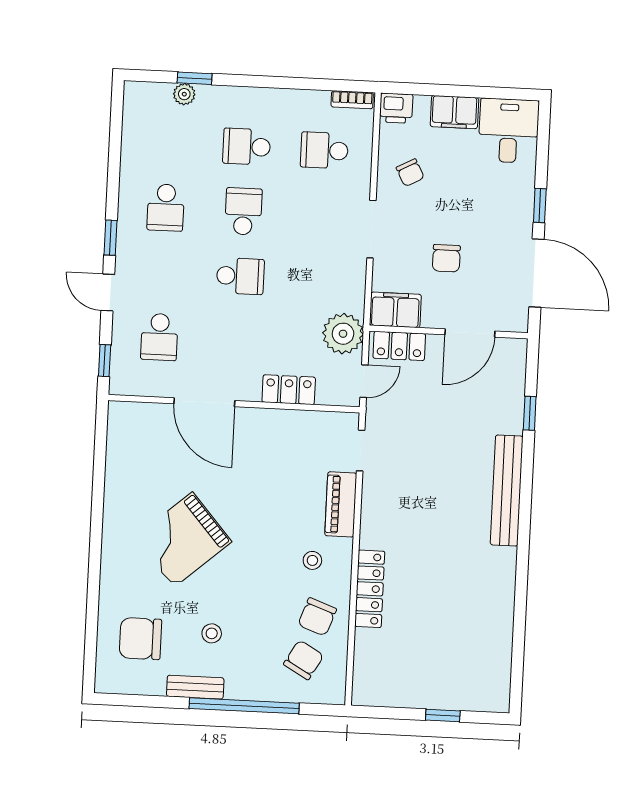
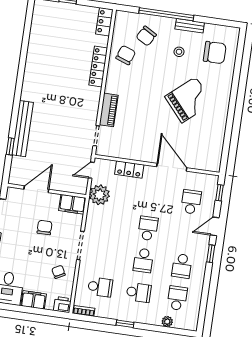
window: (195, 78) -> (125, 324), moved
school desk: (169, 143) -> (177, 298), added
school desk: (166, 208) -> (182, 266), turned 180
school desk: (240, 276) -> (148, 228), turned 90
door: (108, 293) -> (215, 226), swing flipped
locker: (399, 346) -> (104, 22), moved, turned -90
bench: (507, 490) -> (23, 129), moved
stool: (312, 560) -> (125, 83), removed
chair: (304, 660) -> (146, 36), moved

